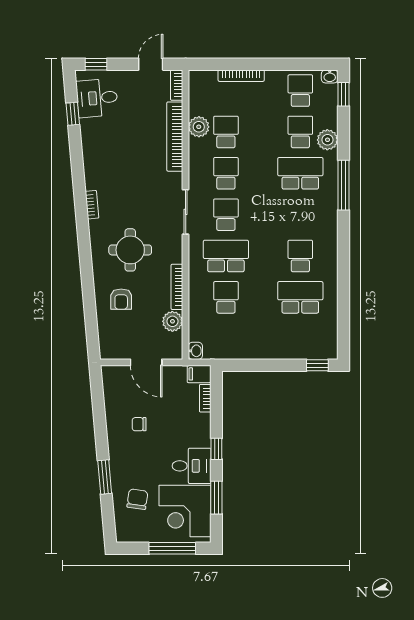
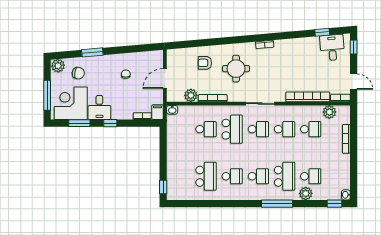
school desk: (300, 91) -> (258, 176), moved
plant: (199, 127) -> (329, 112), moved
plant: (126, 531) -> (58, 66), added

